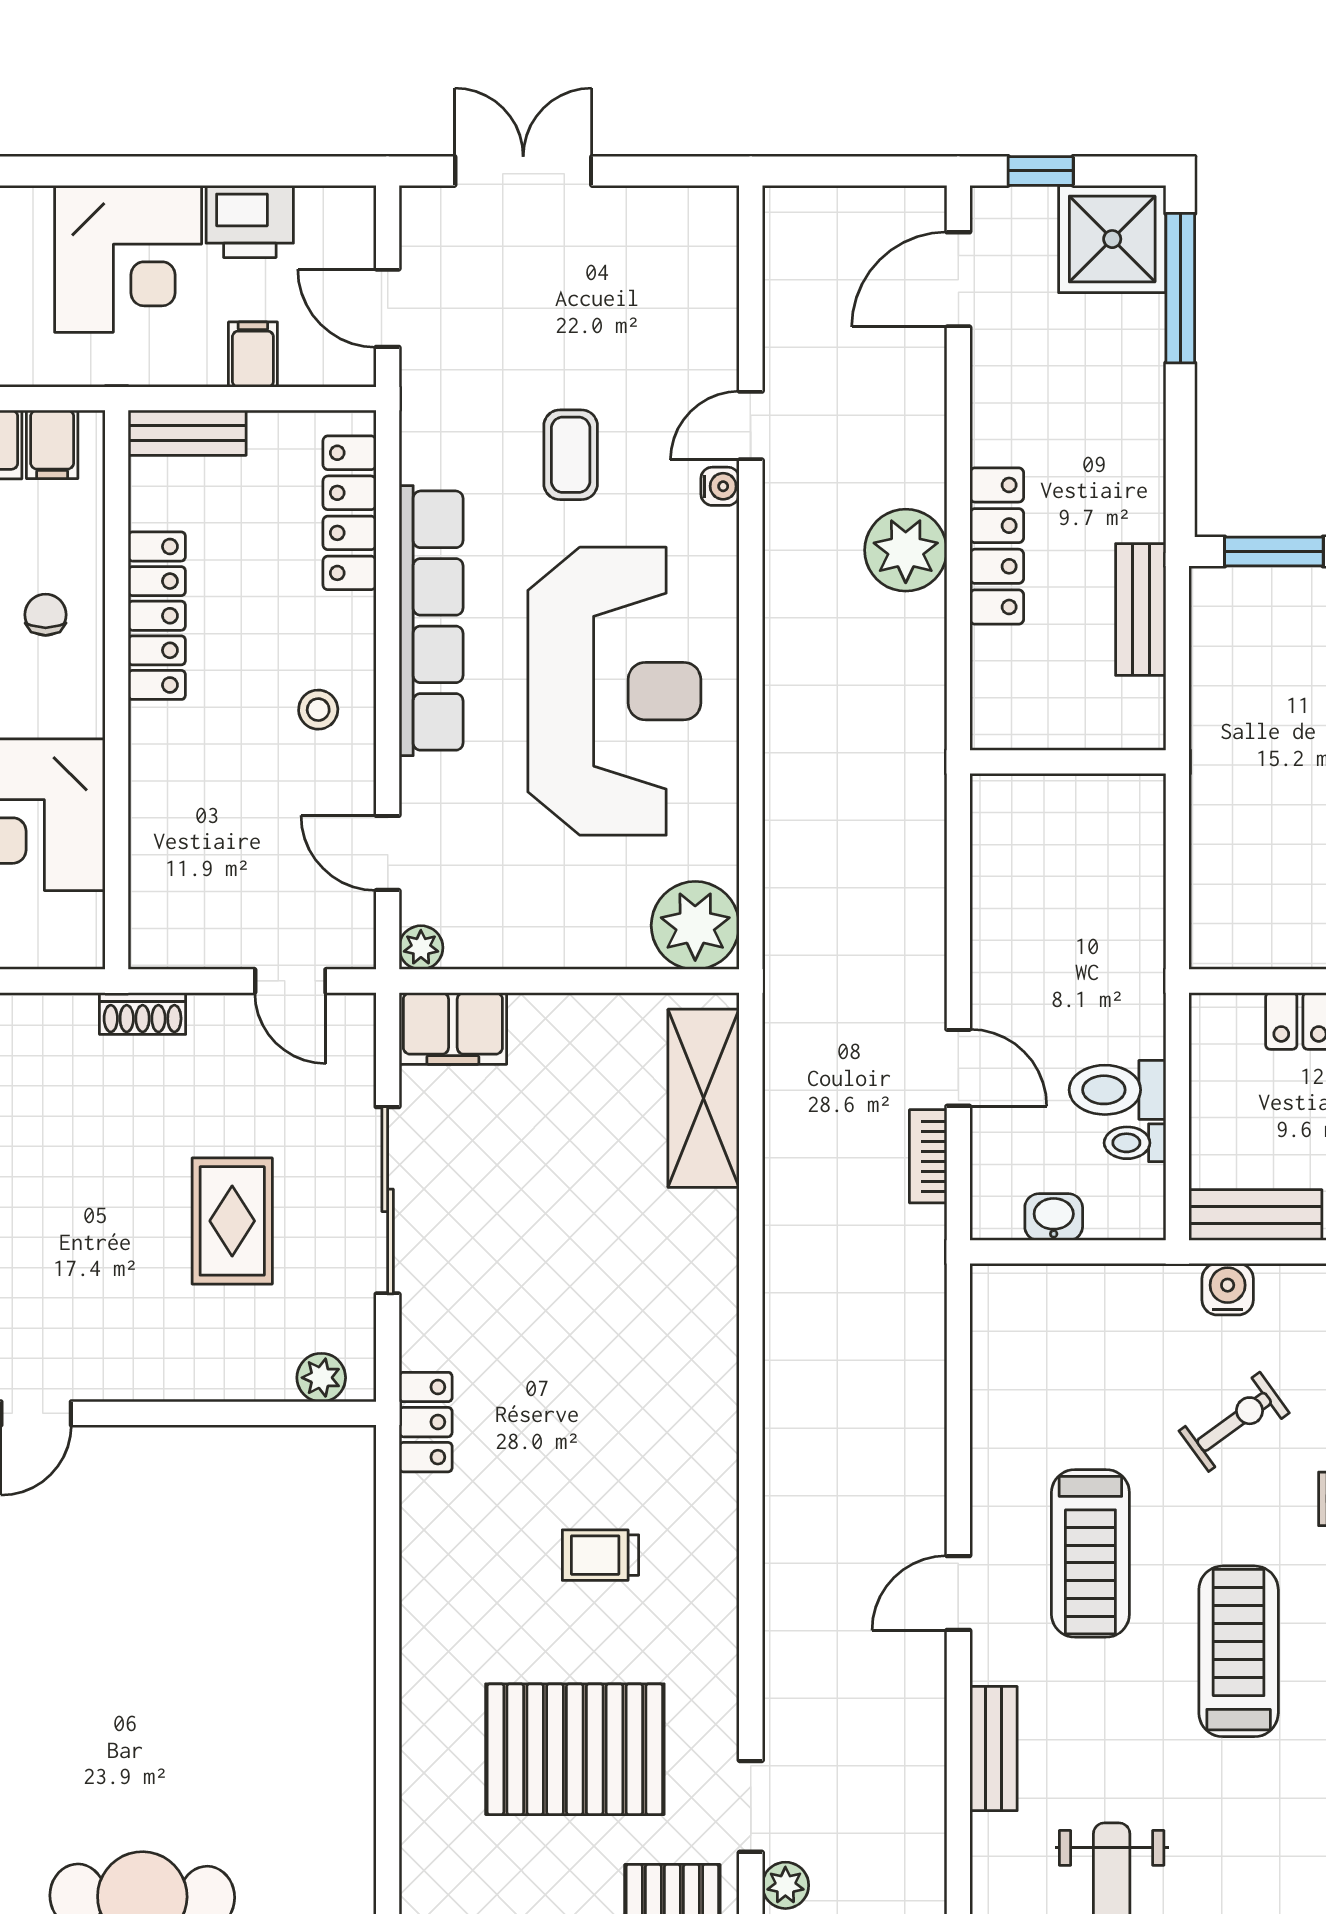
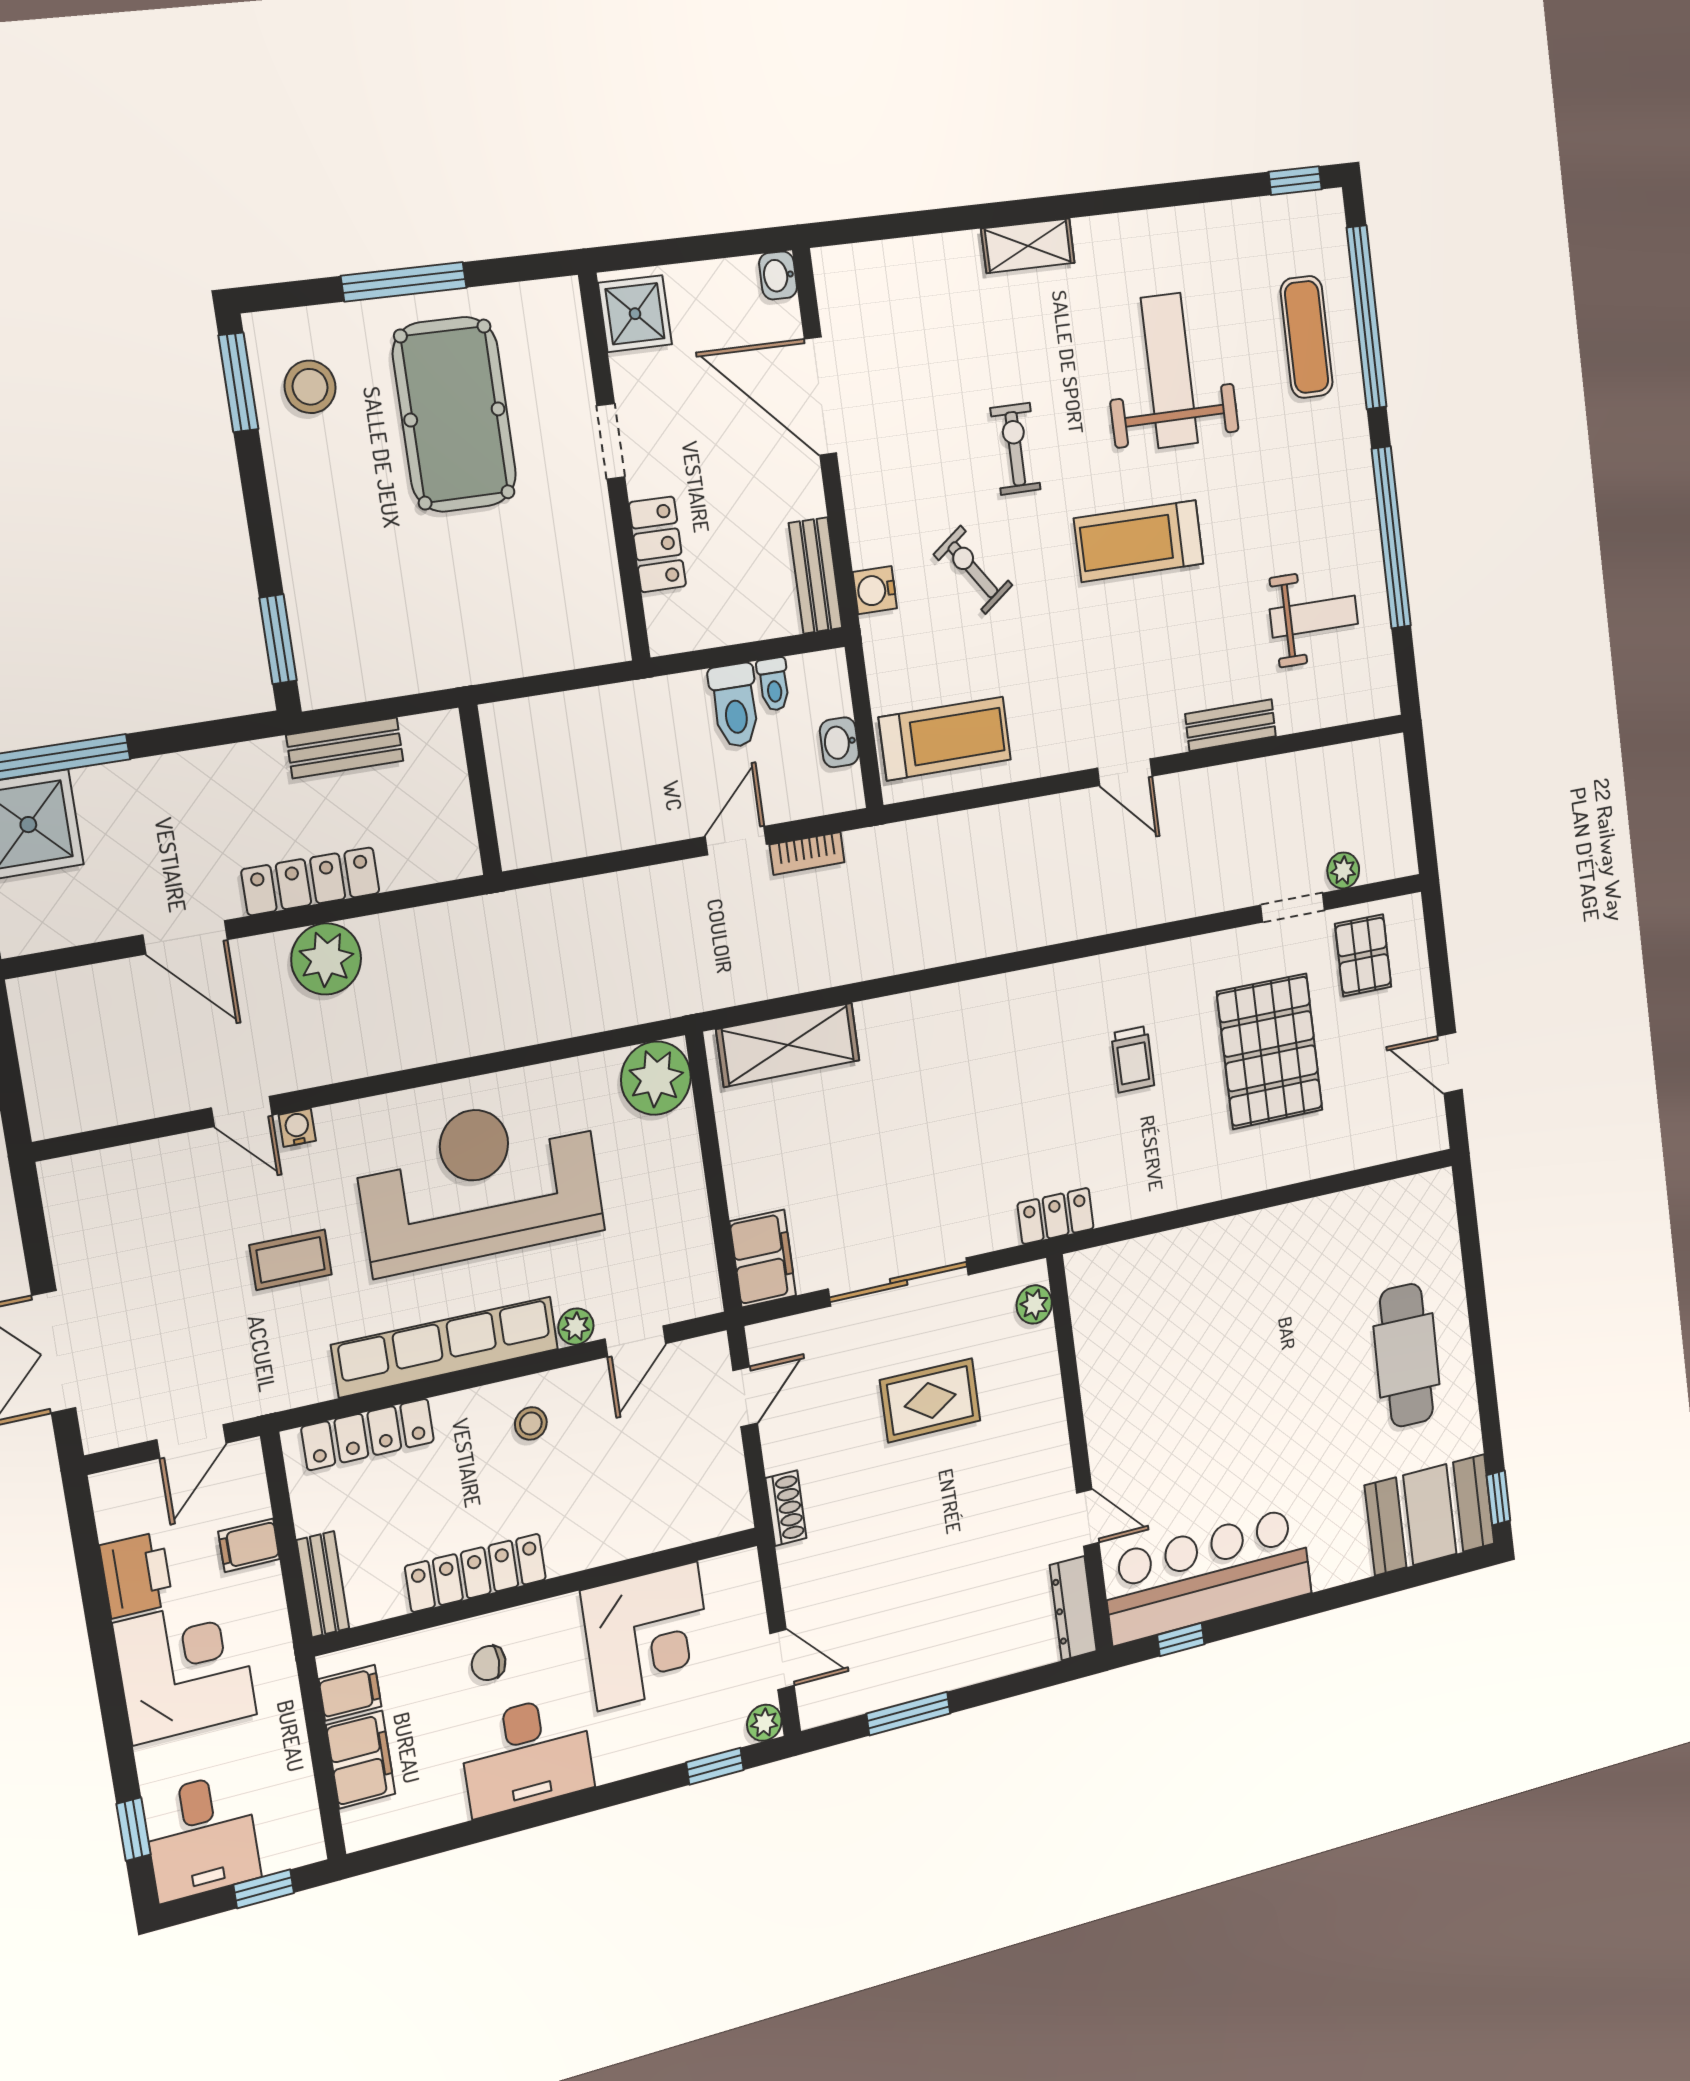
door: (958, 279) -> (185, 937), moved
plant: (421, 948) -> (576, 1327), moved
treadmill: (1090, 1553) -> (945, 739), moved

